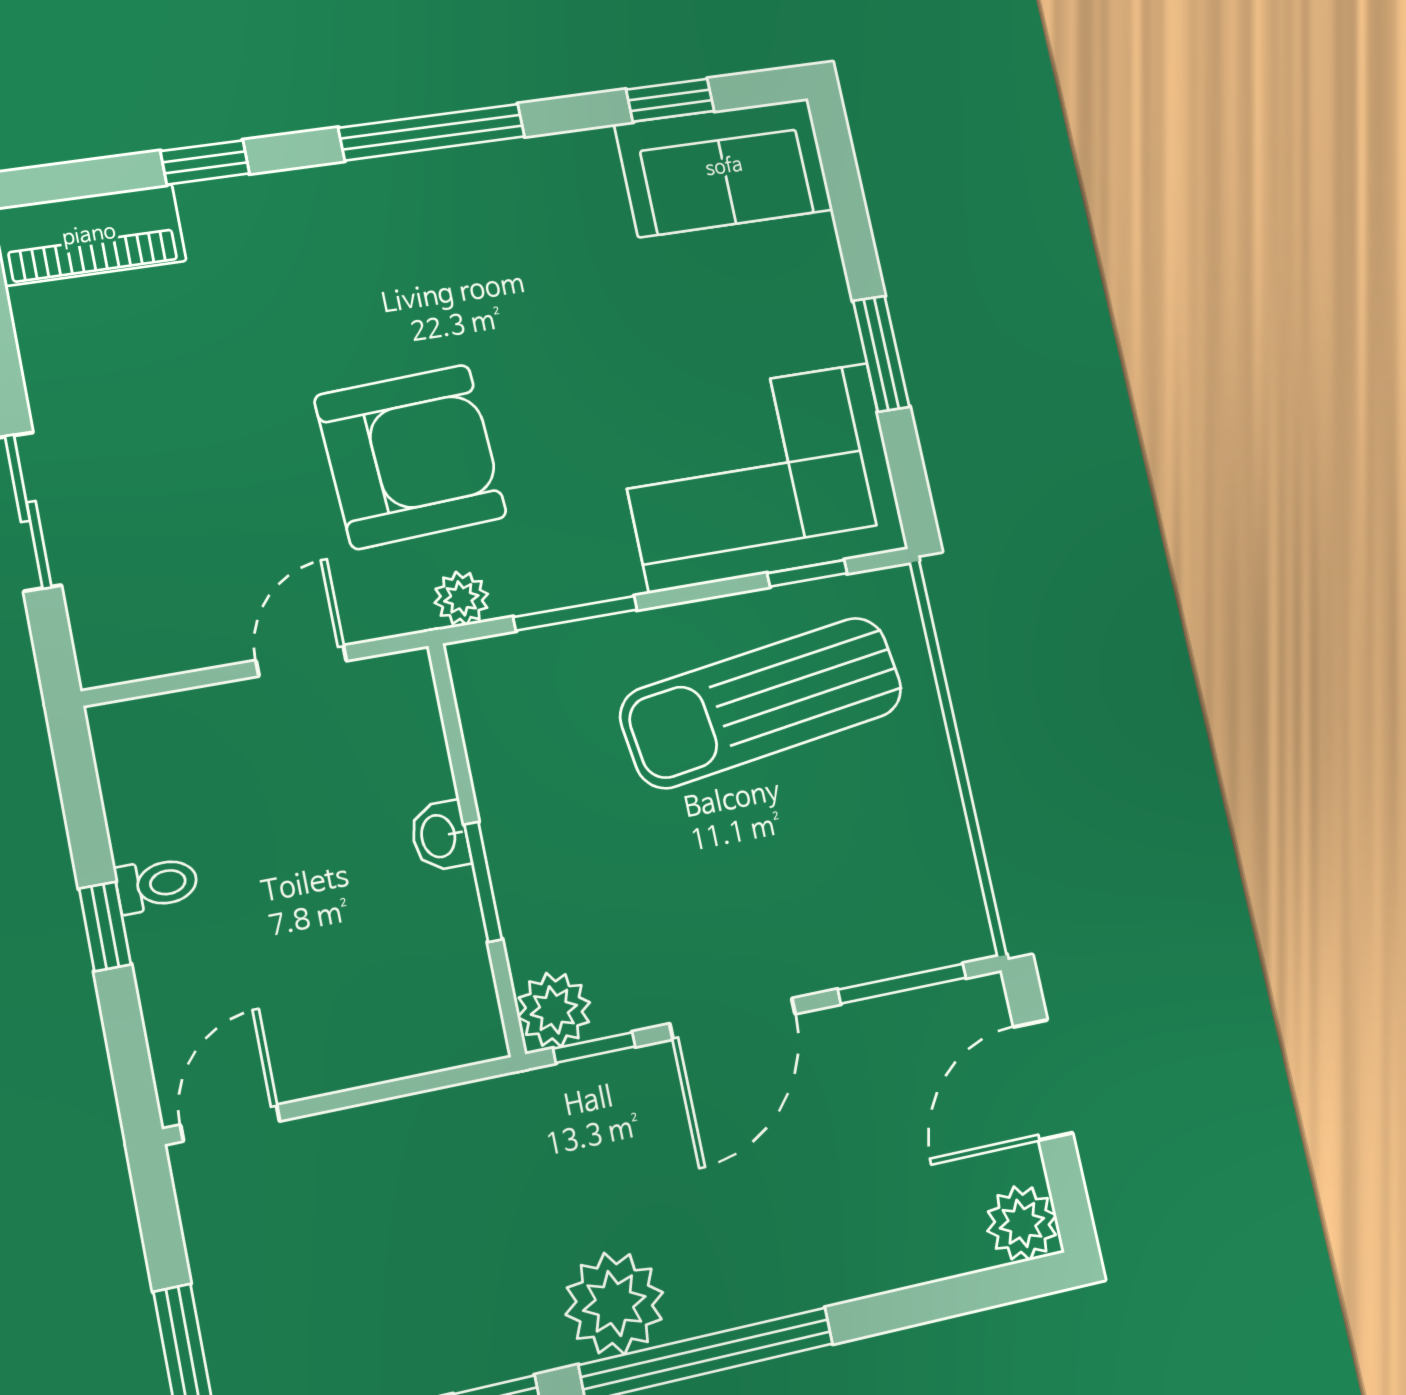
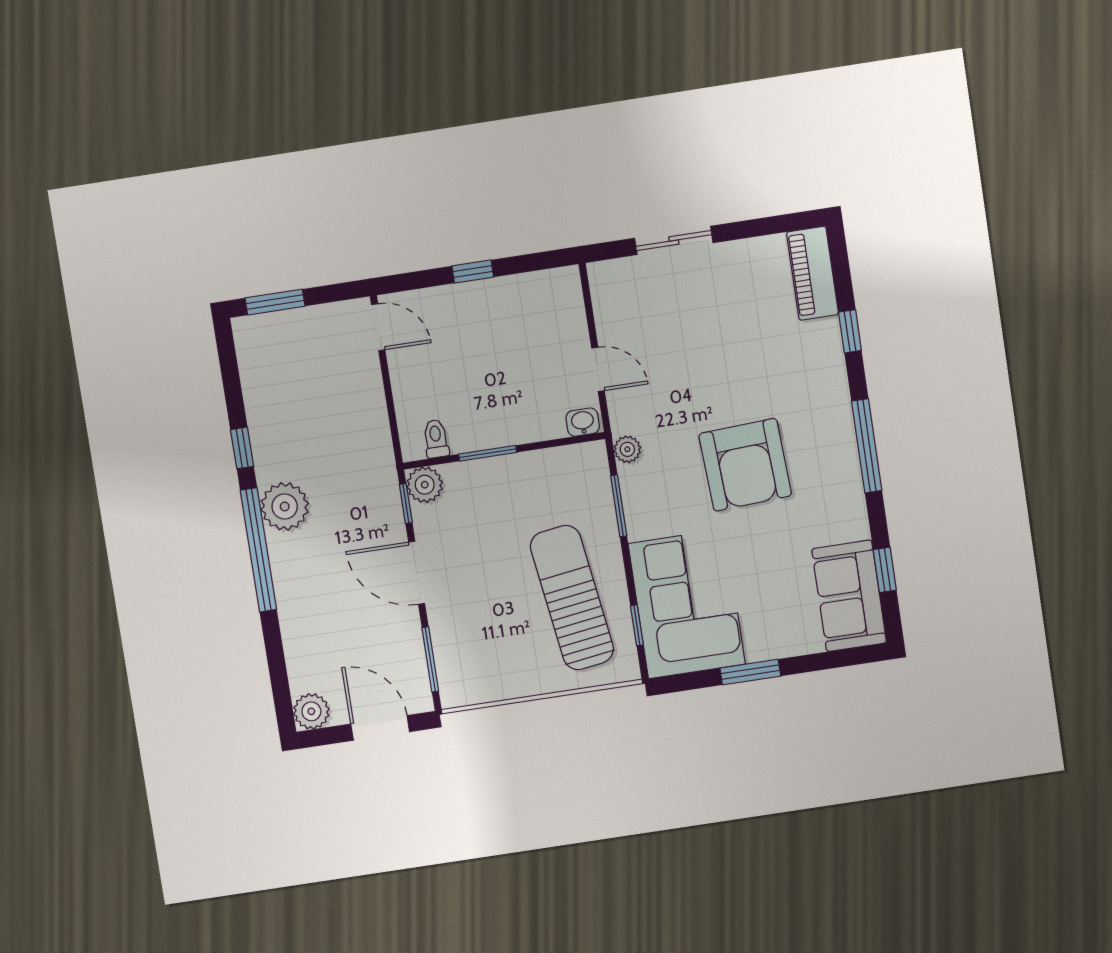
armchair: (410, 457) -> (745, 465), moved
washbasin: (440, 836) -> (583, 422), moved
toilet: (157, 884) -> (436, 439), moved, turned 180

